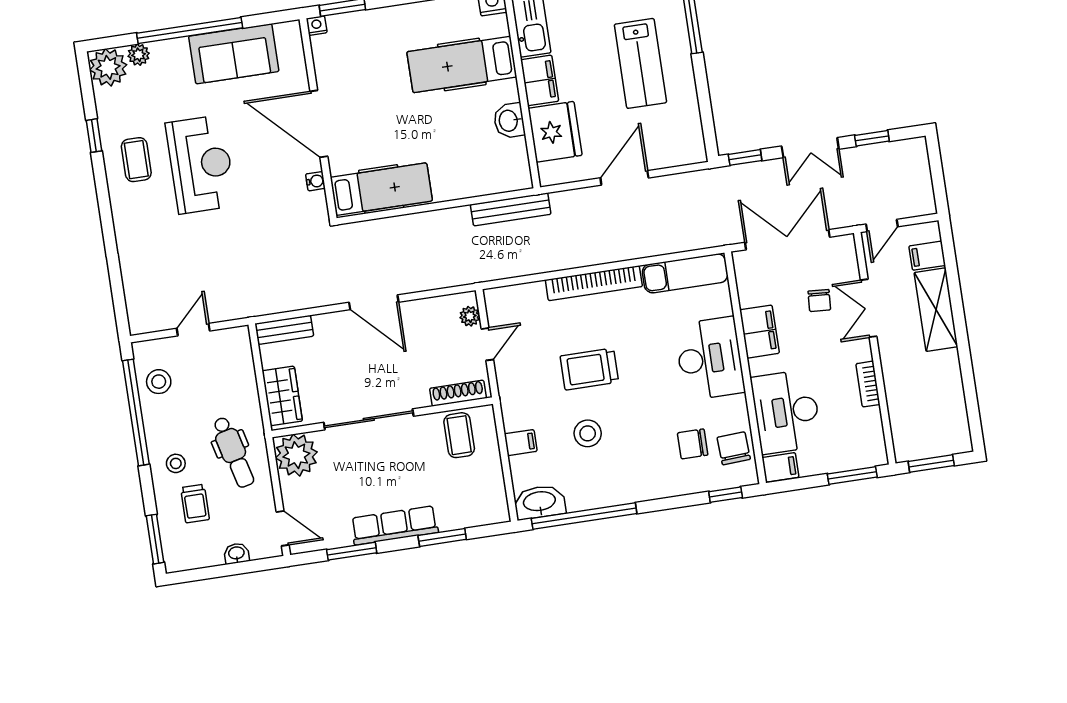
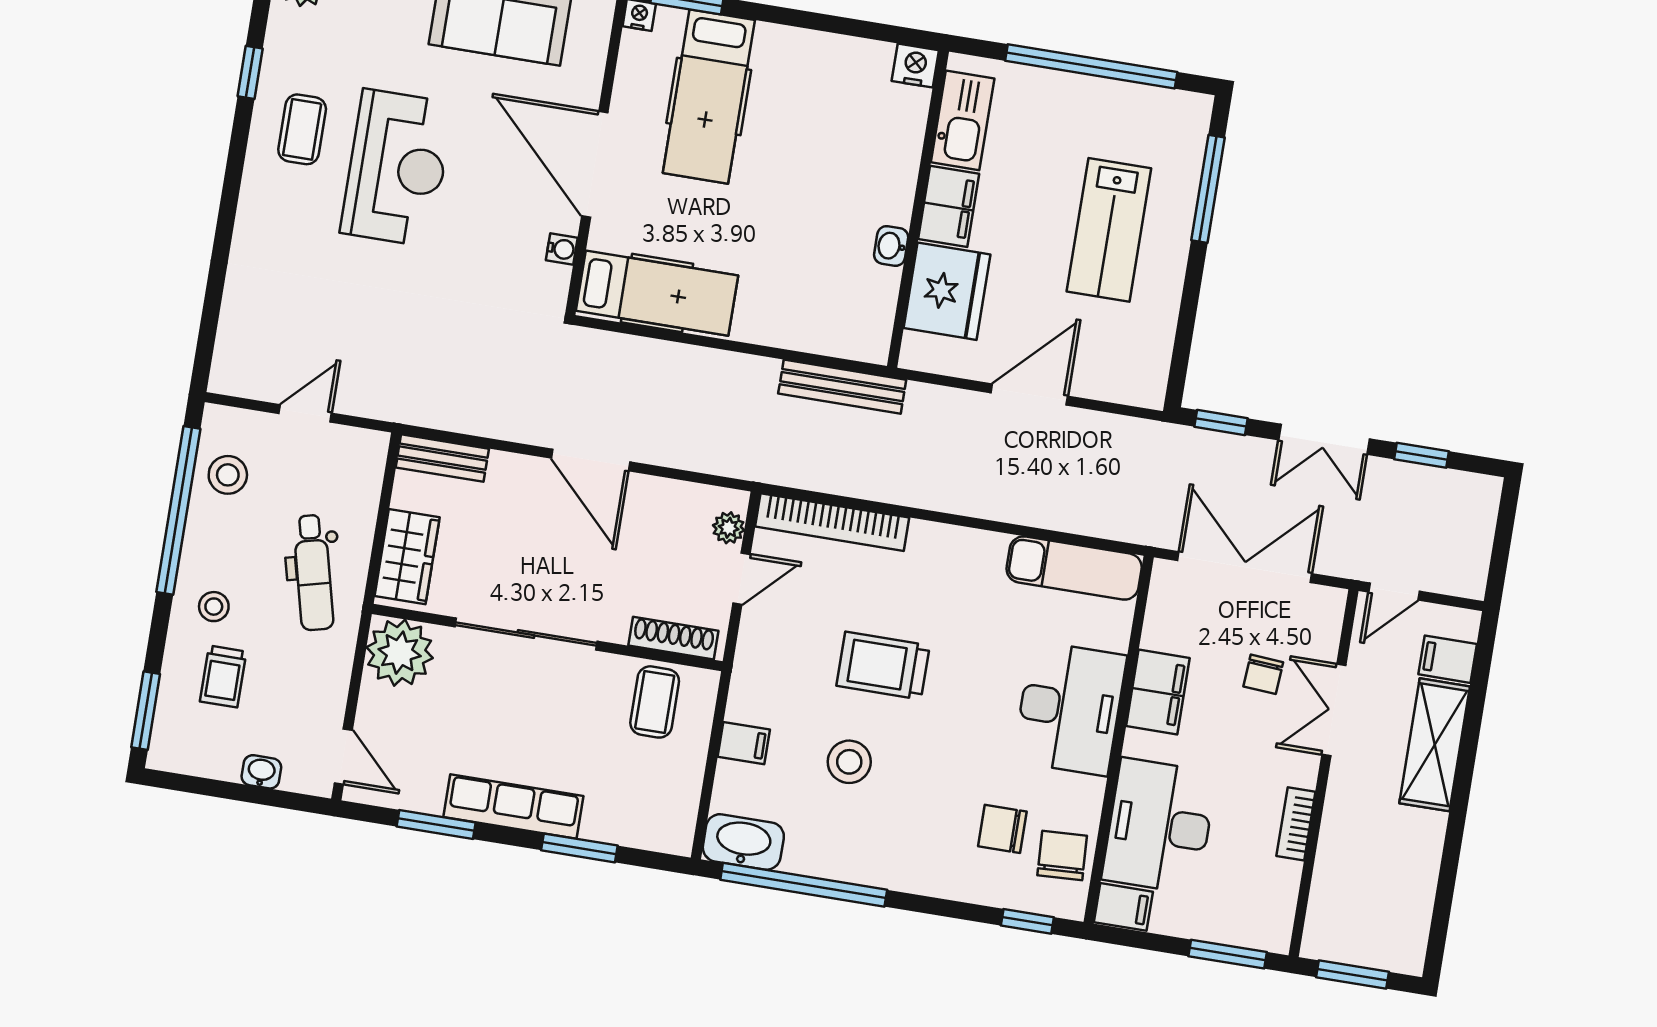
hospital bed: (462, 64) -> (709, 97), moved, turned -90
washbasin: (509, 121) -> (891, 246), width x0.72, depth x0.69
bookcase: (594, 283) -> (832, 522), moved
dental chair: (233, 452) -> (313, 573), moved

